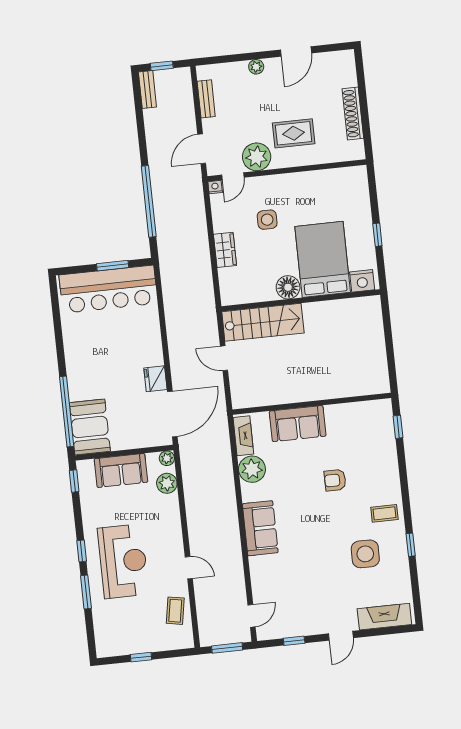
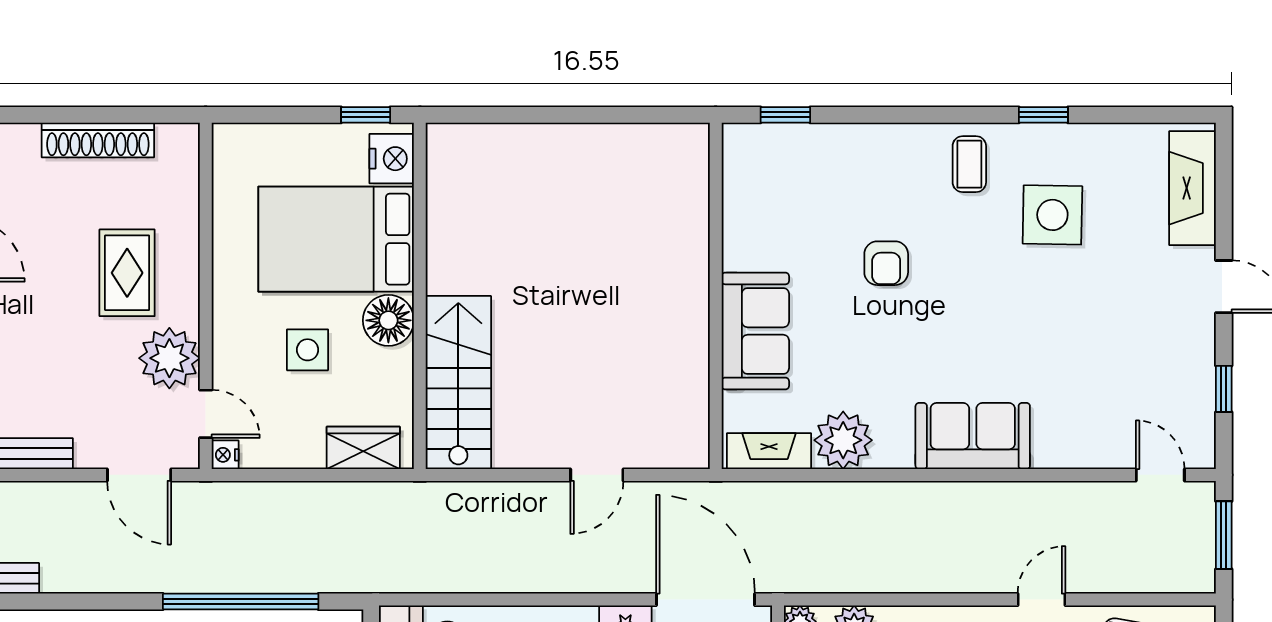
bed: (323, 259) -> (336, 239), moved
nightstand: (362, 281) -> (392, 159), moved
floor lamp: (288, 287) -> (388, 320), moved
wall: (301, 300) -> (420, 296), moved
stairs: (263, 322) -> (458, 383), moved

